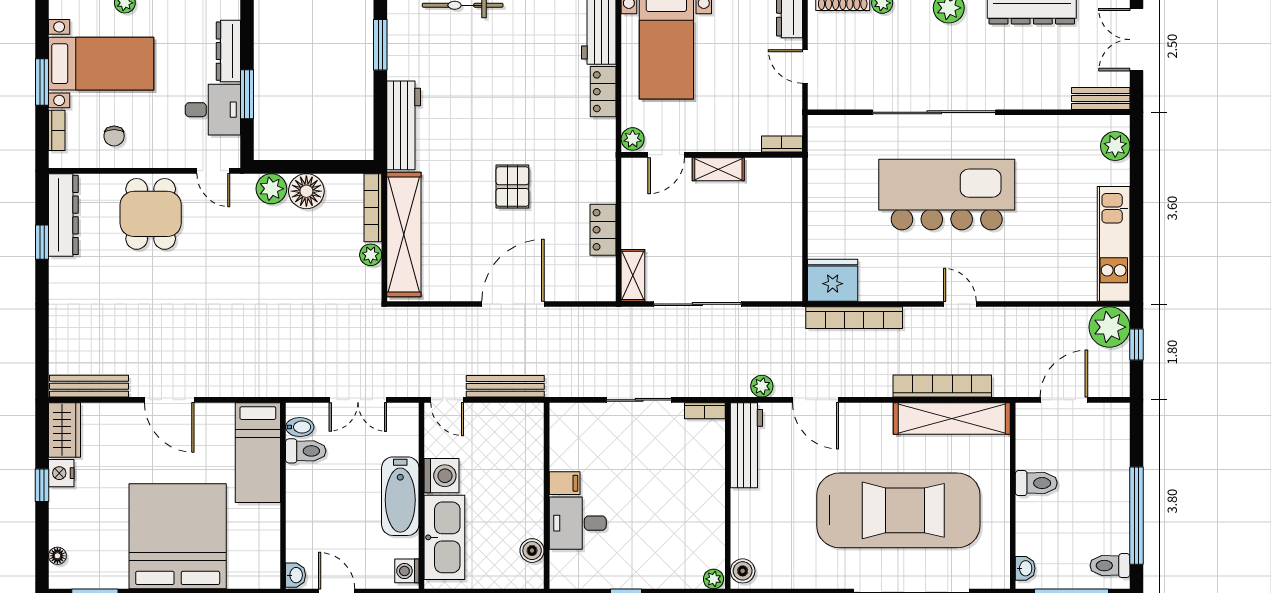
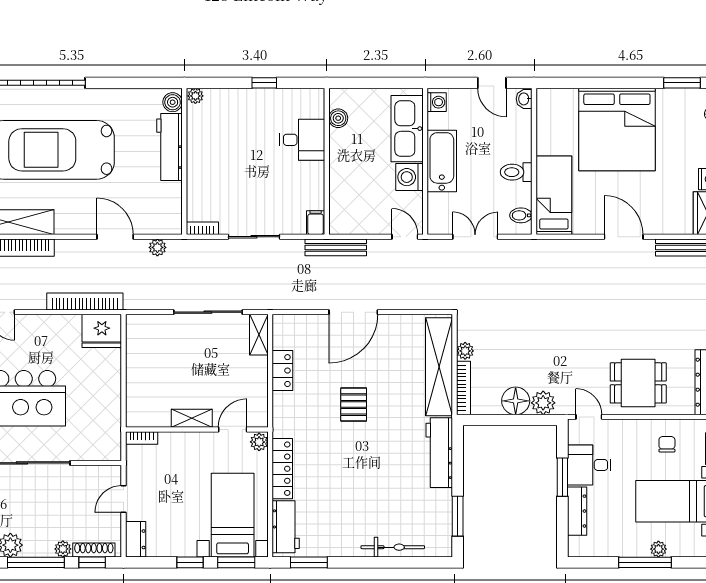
door: (805, 66) -> (124, 499), swing flipped
locker: (603, 92) -> (282, 469), width x1.53
dining table: (151, 214) -> (638, 383), turned 90
bench: (505, 386) -> (336, 247), moved
workbench: (746, 445) -> (170, 147), moved
toilet: (306, 451) -> (516, 172), moved
filing cabinet: (565, 483) -> (316, 223), moved, turned 90

